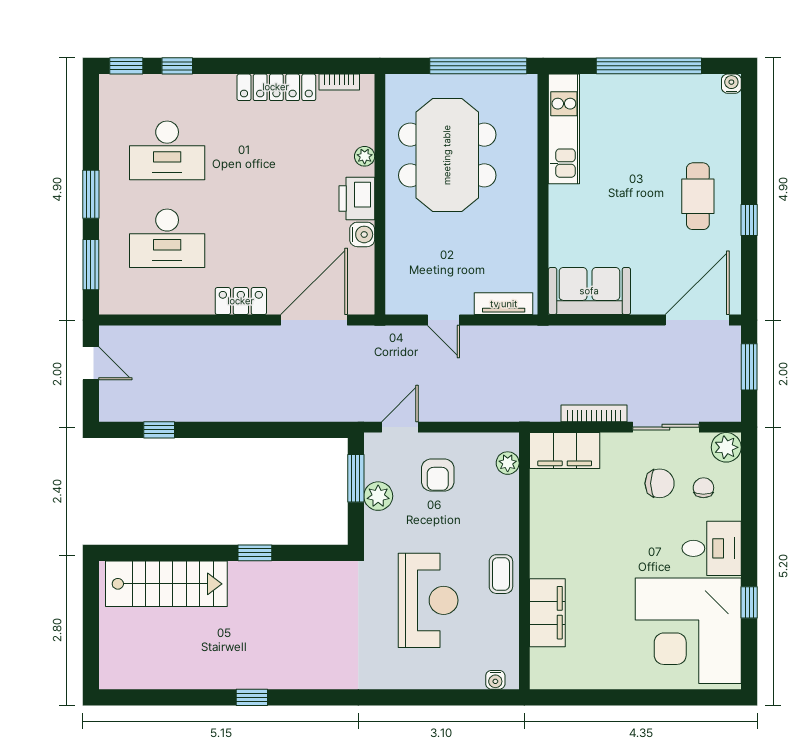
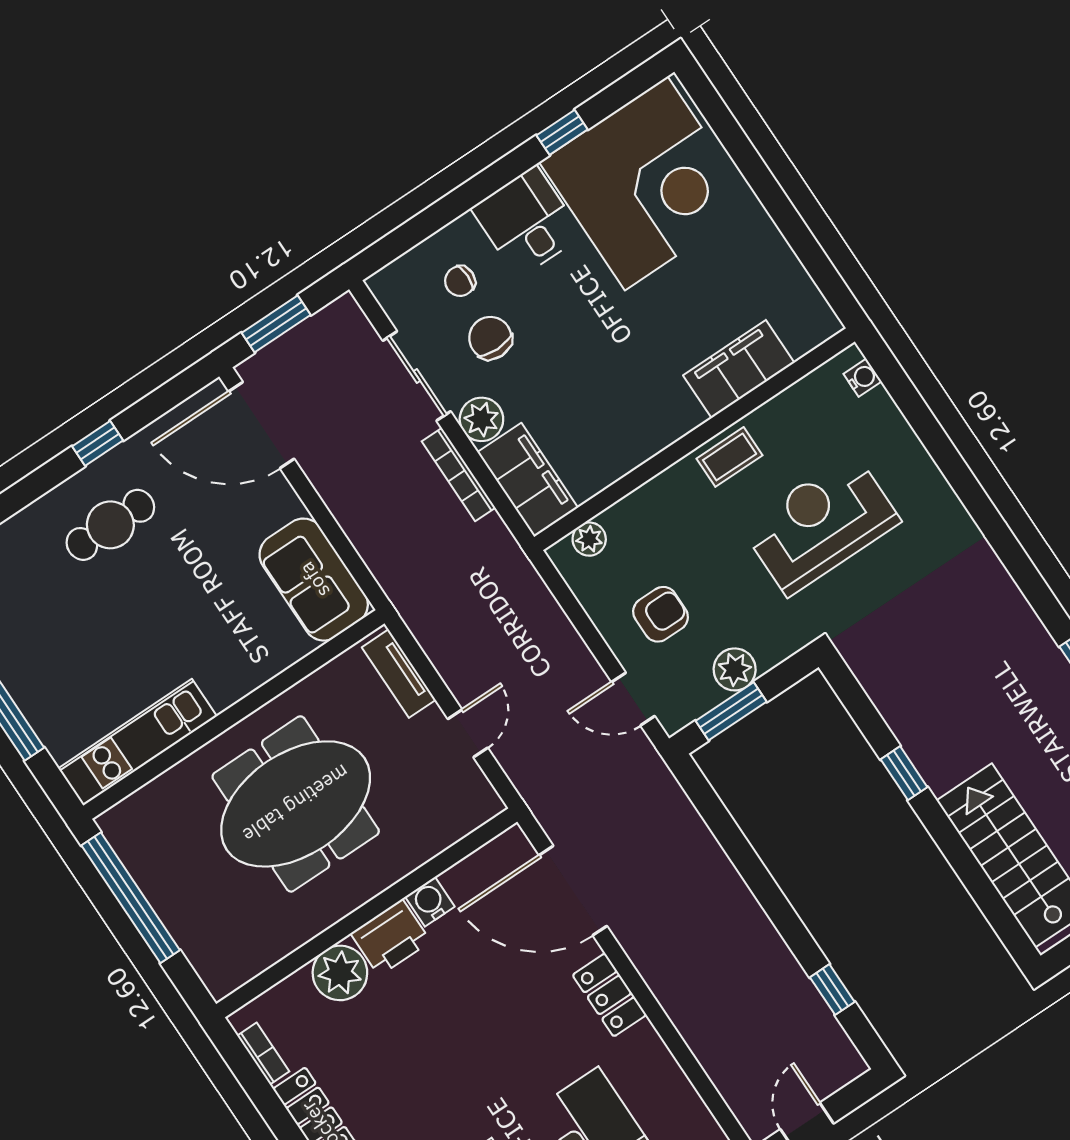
meeting table: (447, 155) -> (296, 804), moved
plant: (365, 156) -> (340, 973), width x1.88, depth x1.88
plant: (726, 447) -> (481, 419), moved

